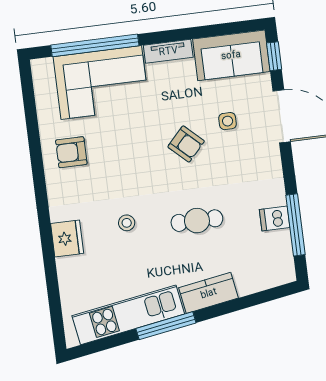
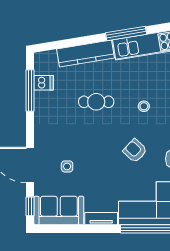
armchair: (186, 144) -> (135, 151), moved
dishwasher: (275, 218) -> (44, 83), moved
kitchen counter: (209, 293) -> (85, 54), width x1.50

